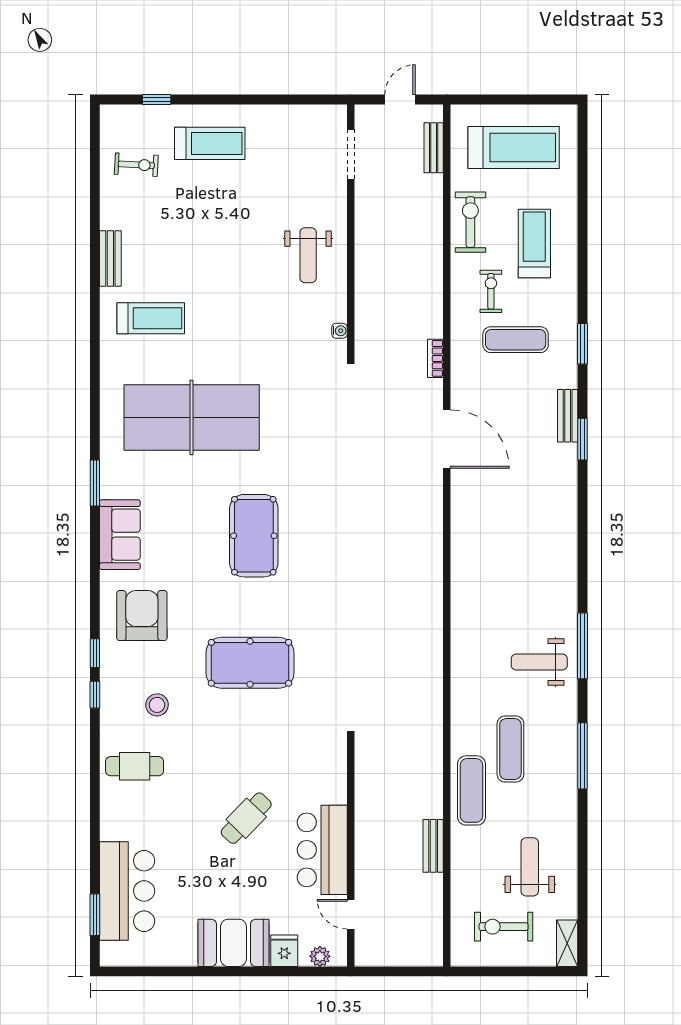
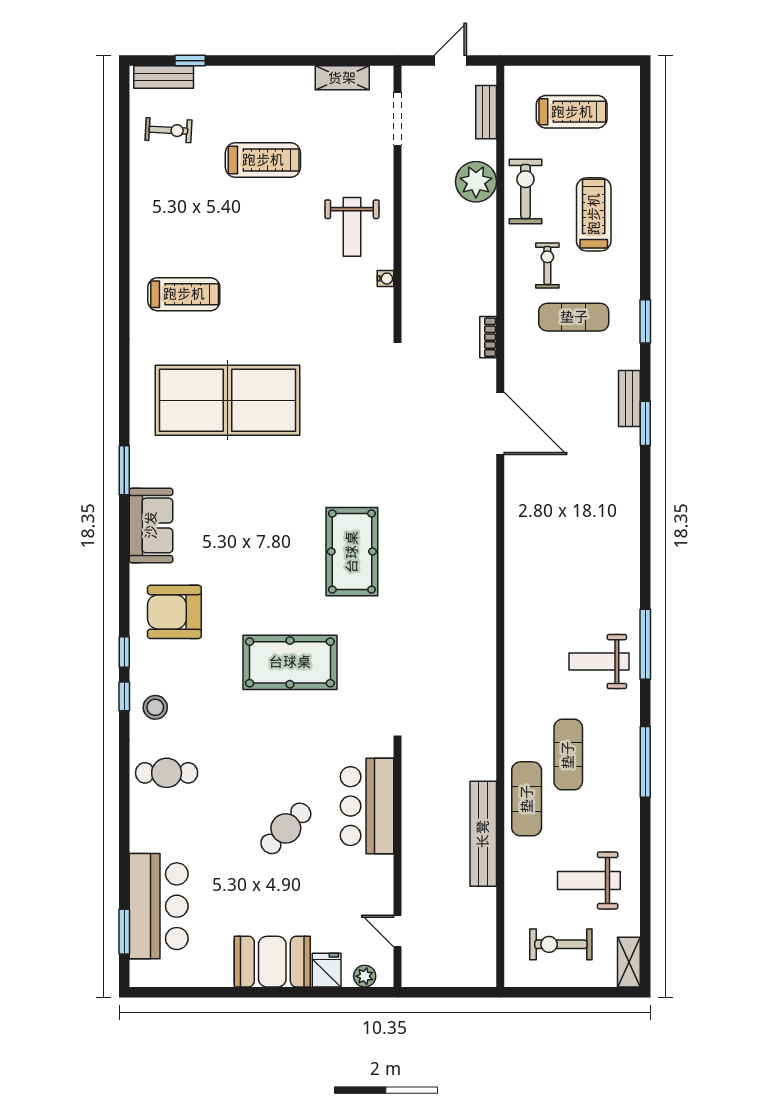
shelving: (299, 116) -> (342, 78), added
treadmill: (210, 143) -> (263, 160), moved
treadmill: (514, 147) -> (572, 112), width x0.73, depth x0.73
plant: (424, 213) -> (476, 182), added
bench: (110, 258) -> (164, 77), moved, turned 90
water cooler: (339, 331) -> (385, 279), moved
pool table: (254, 536) -> (352, 552), moved
armchair: (142, 616) -> (174, 612), turned -90
stool: (157, 705) -> (155, 707), moved
bench: (433, 846) -> (483, 834), width x1.86, depth x1.21
bar counter: (322, 850) -> (367, 806), moved
weight bench: (530, 867) -> (589, 880), turned -90

